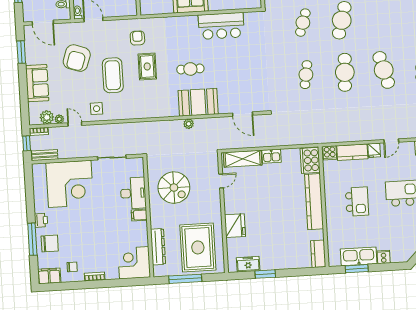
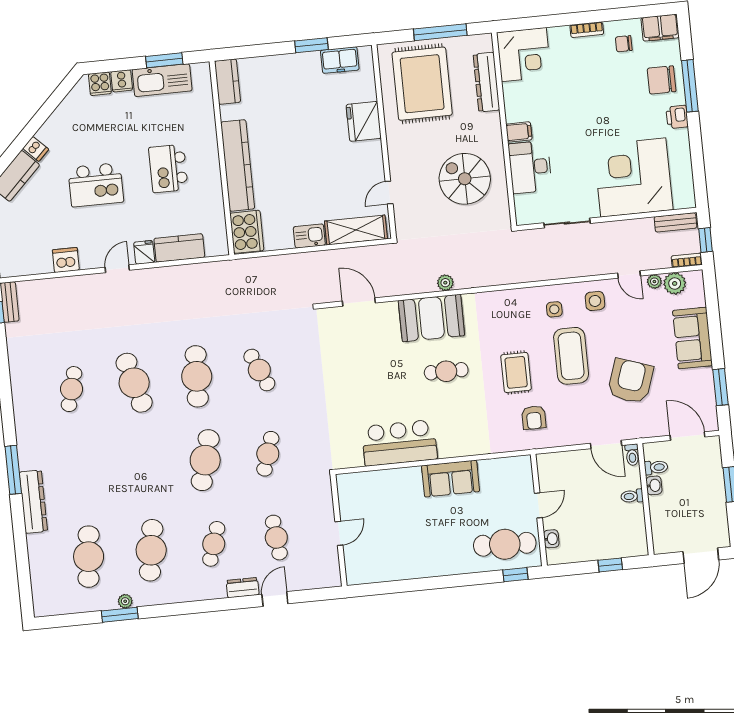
cafe table: (306, 75) -> (259, 370), turned -33
side table: (122, 104) -> (554, 309), added
cooker: (330, 153) -> (100, 84), moved, turned 180

